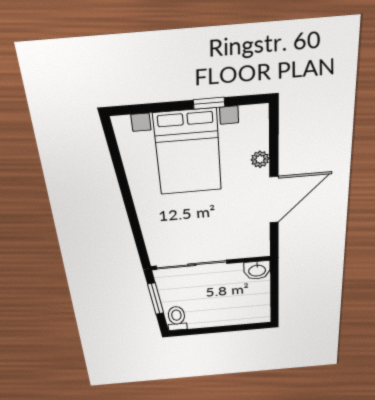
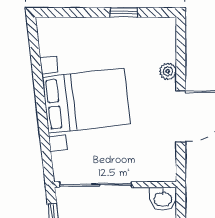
bed with nightstands: (188, 152) -> (86, 101), moved, turned -96

